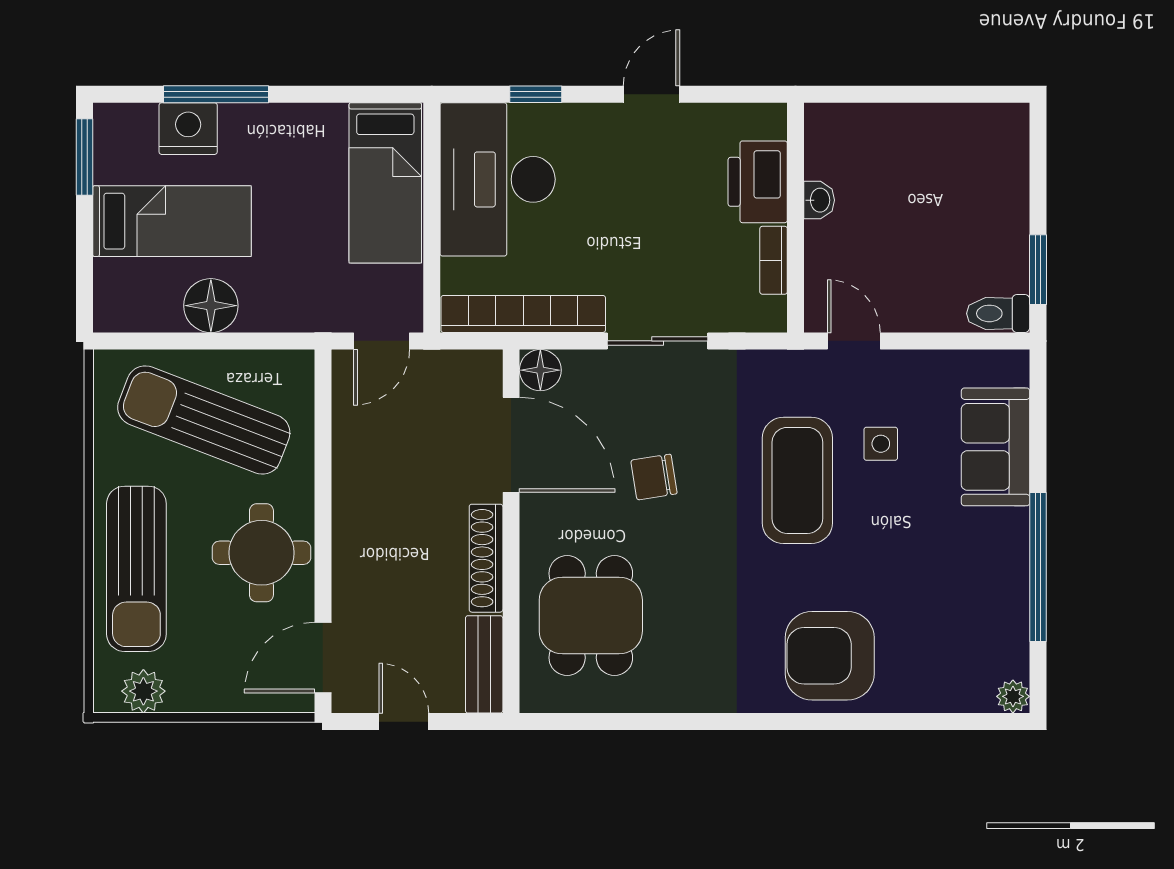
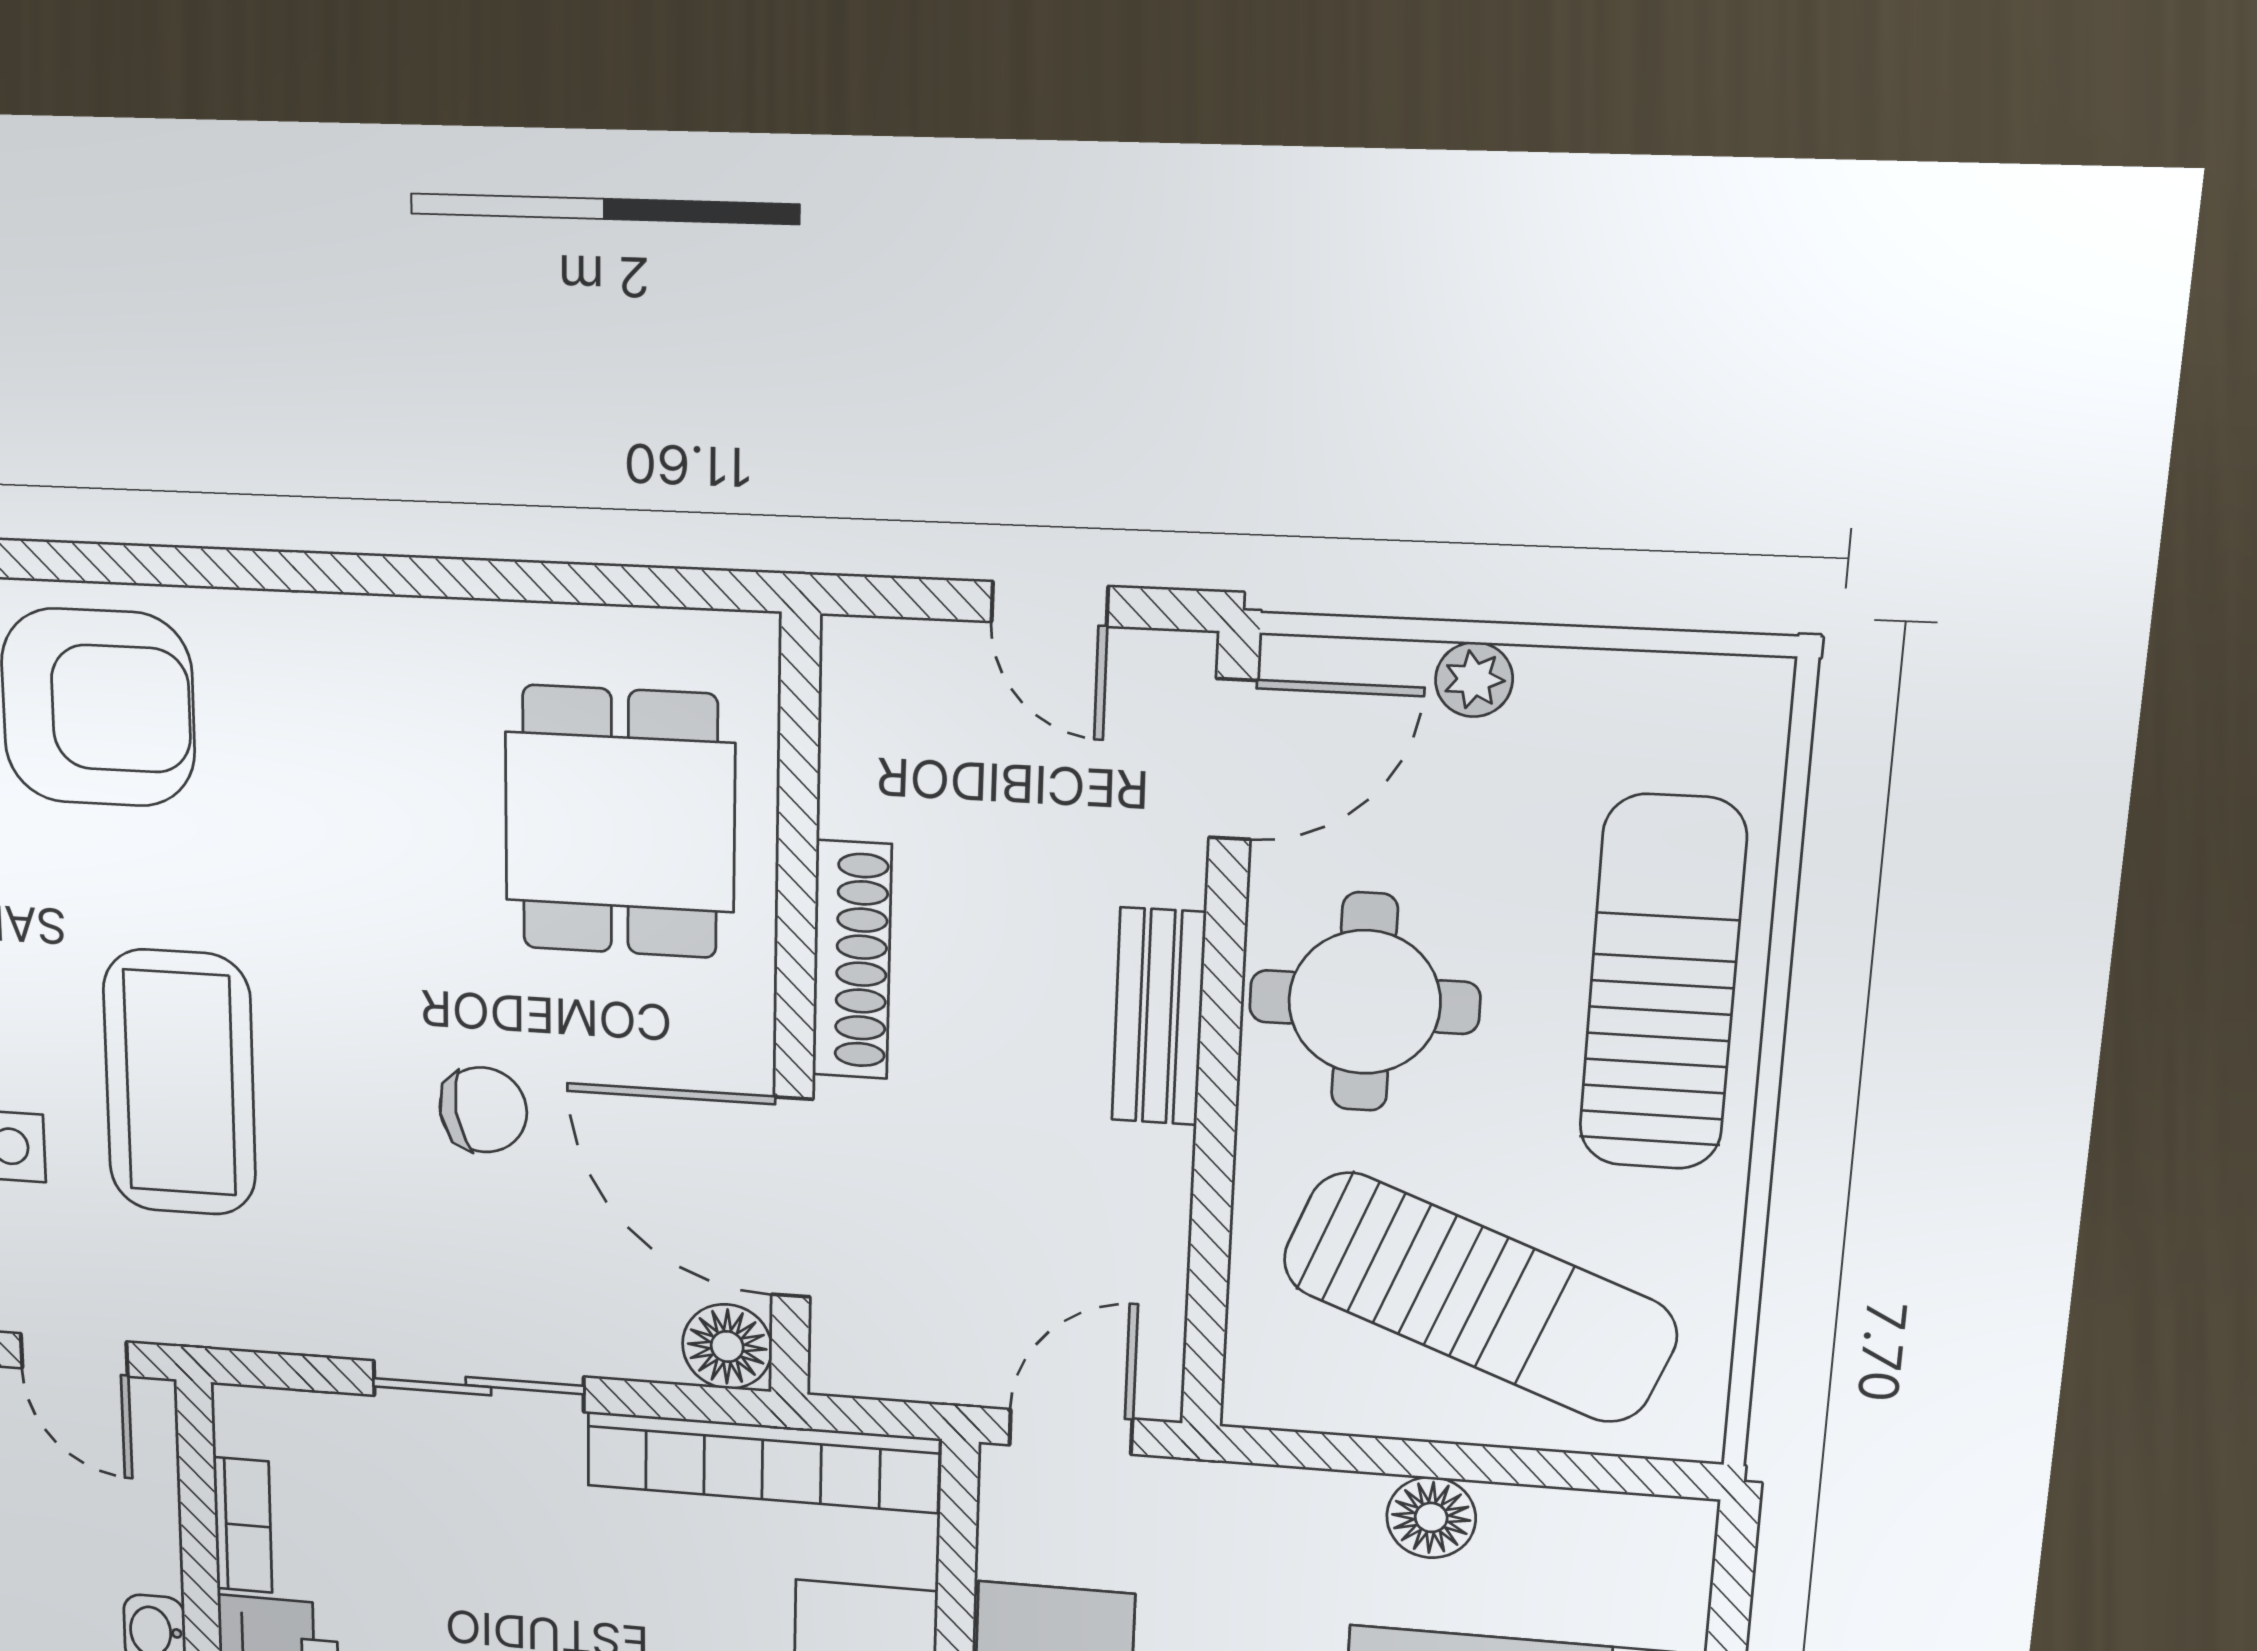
floor lamp: (211, 306) -> (1431, 1517), width x0.73, depth x0.73
bench: (484, 664) -> (1159, 1017), moved
plant: (143, 691) -> (1474, 680), moved, width x0.73, depth x0.73

